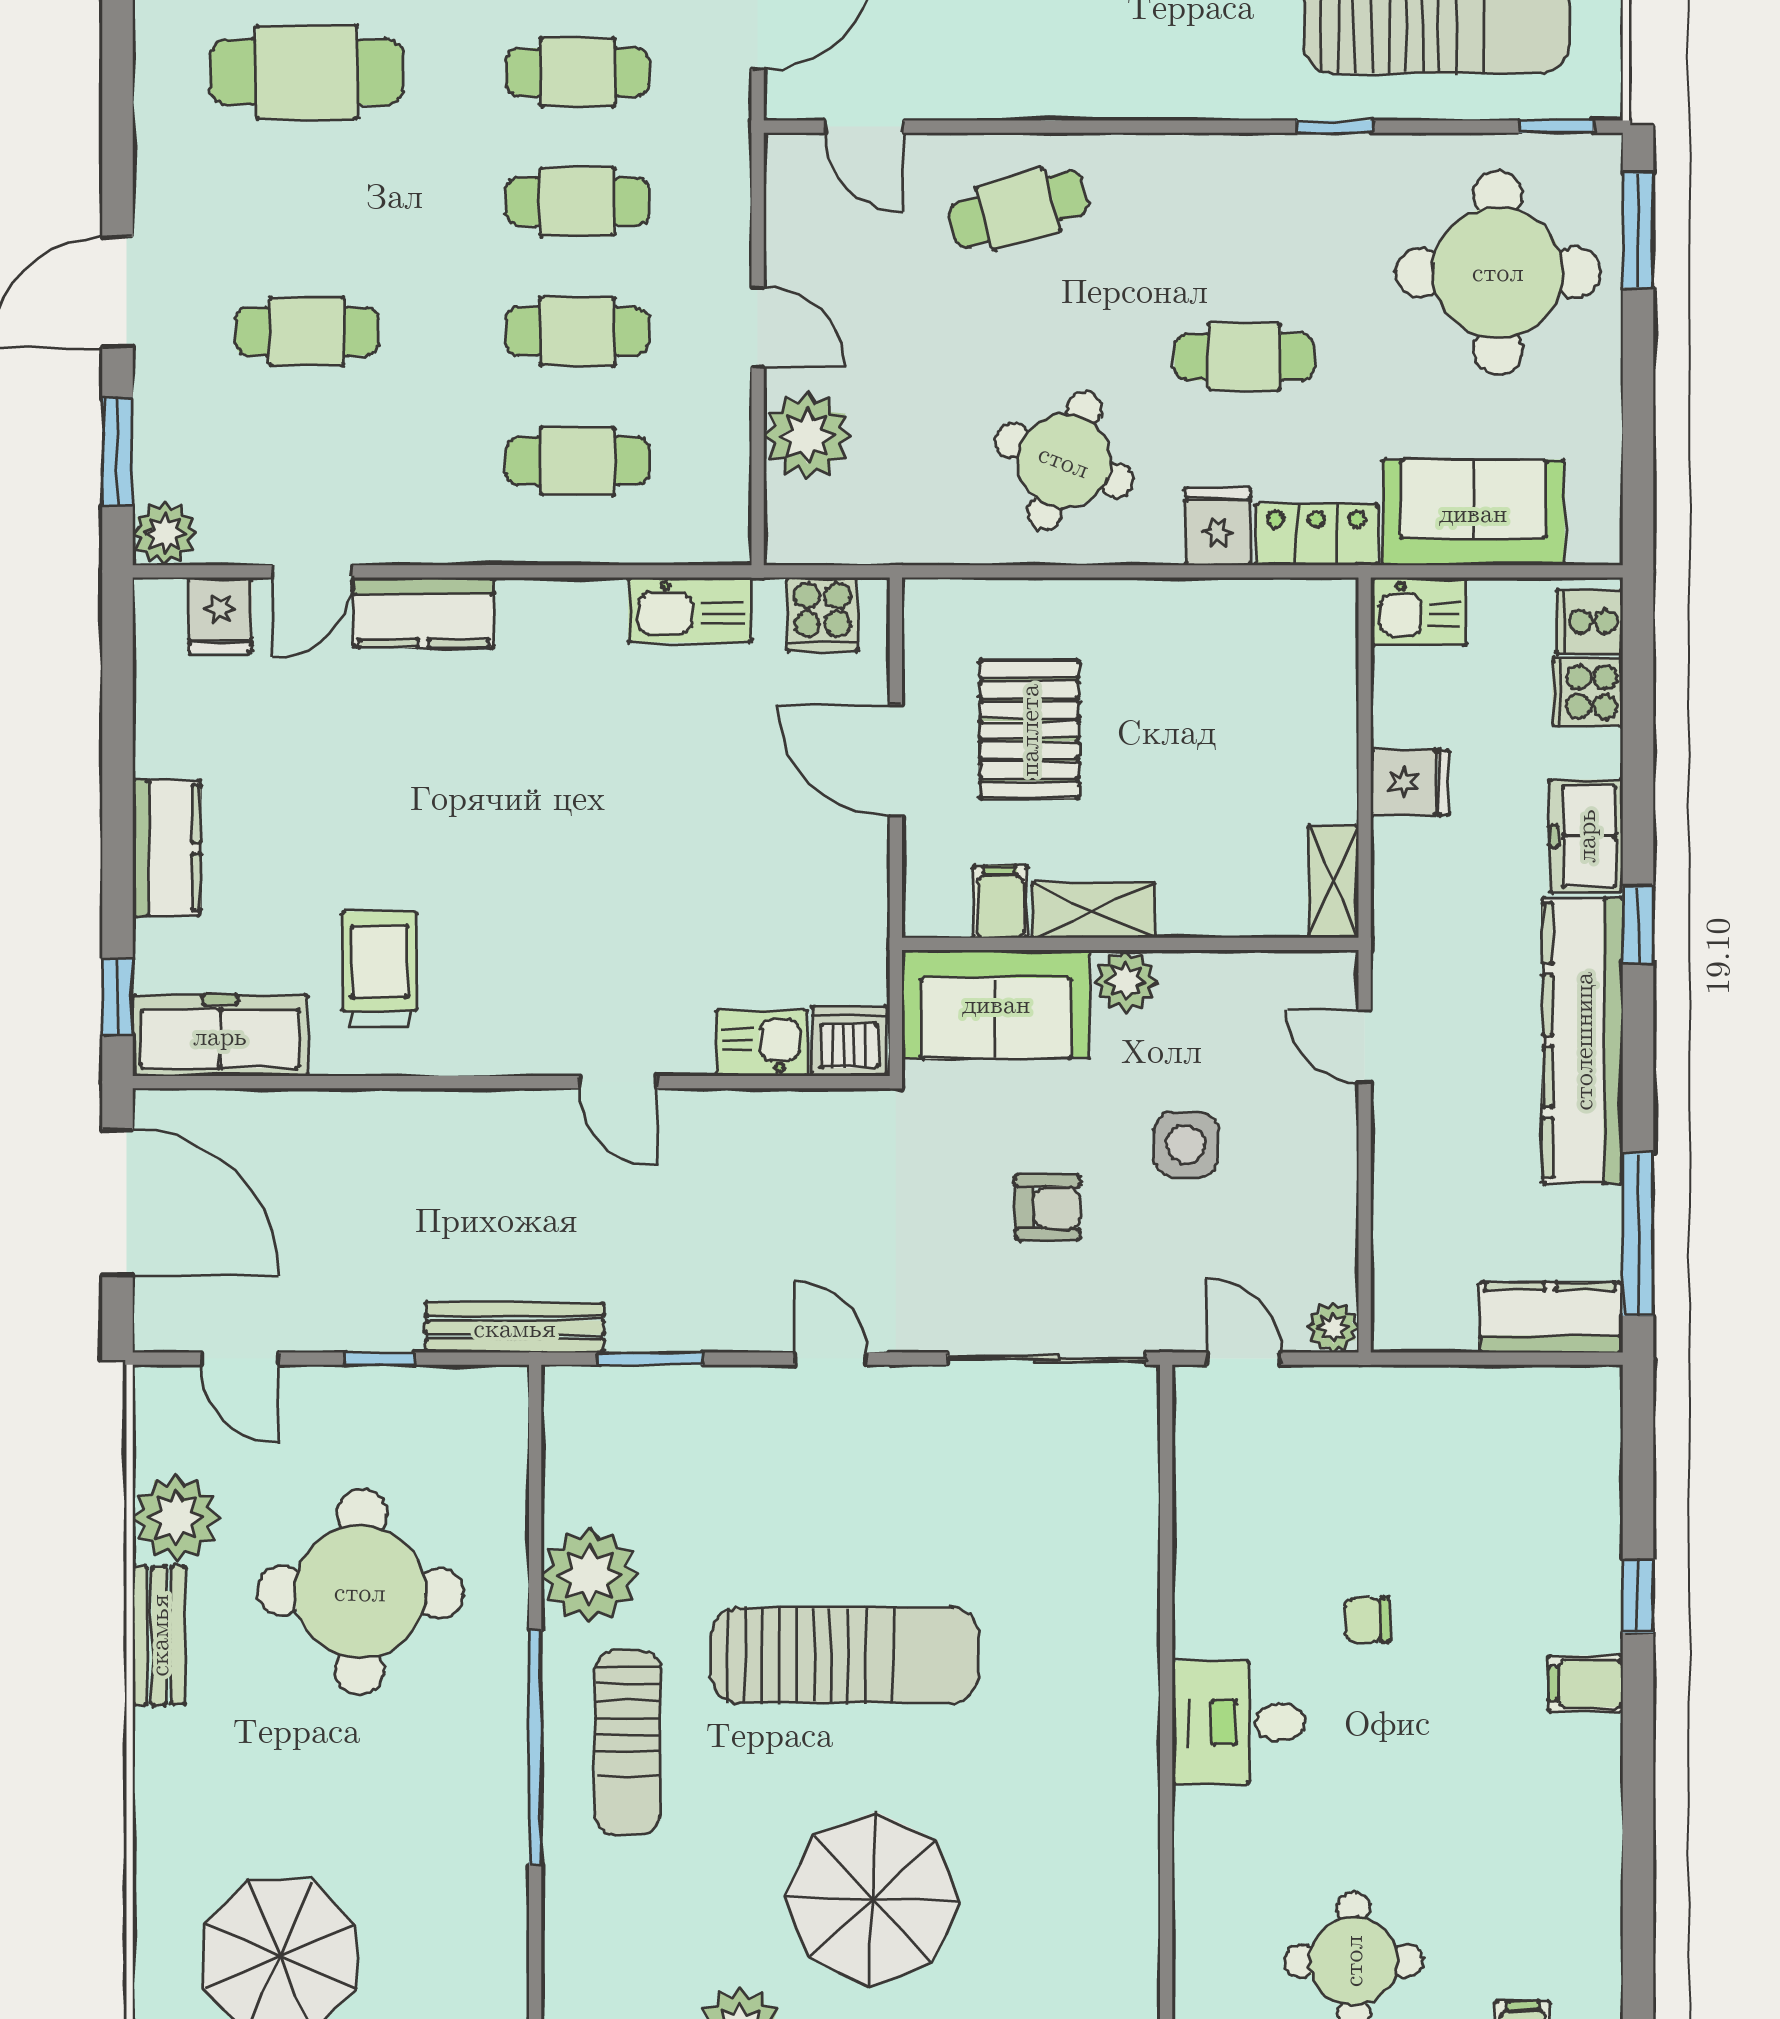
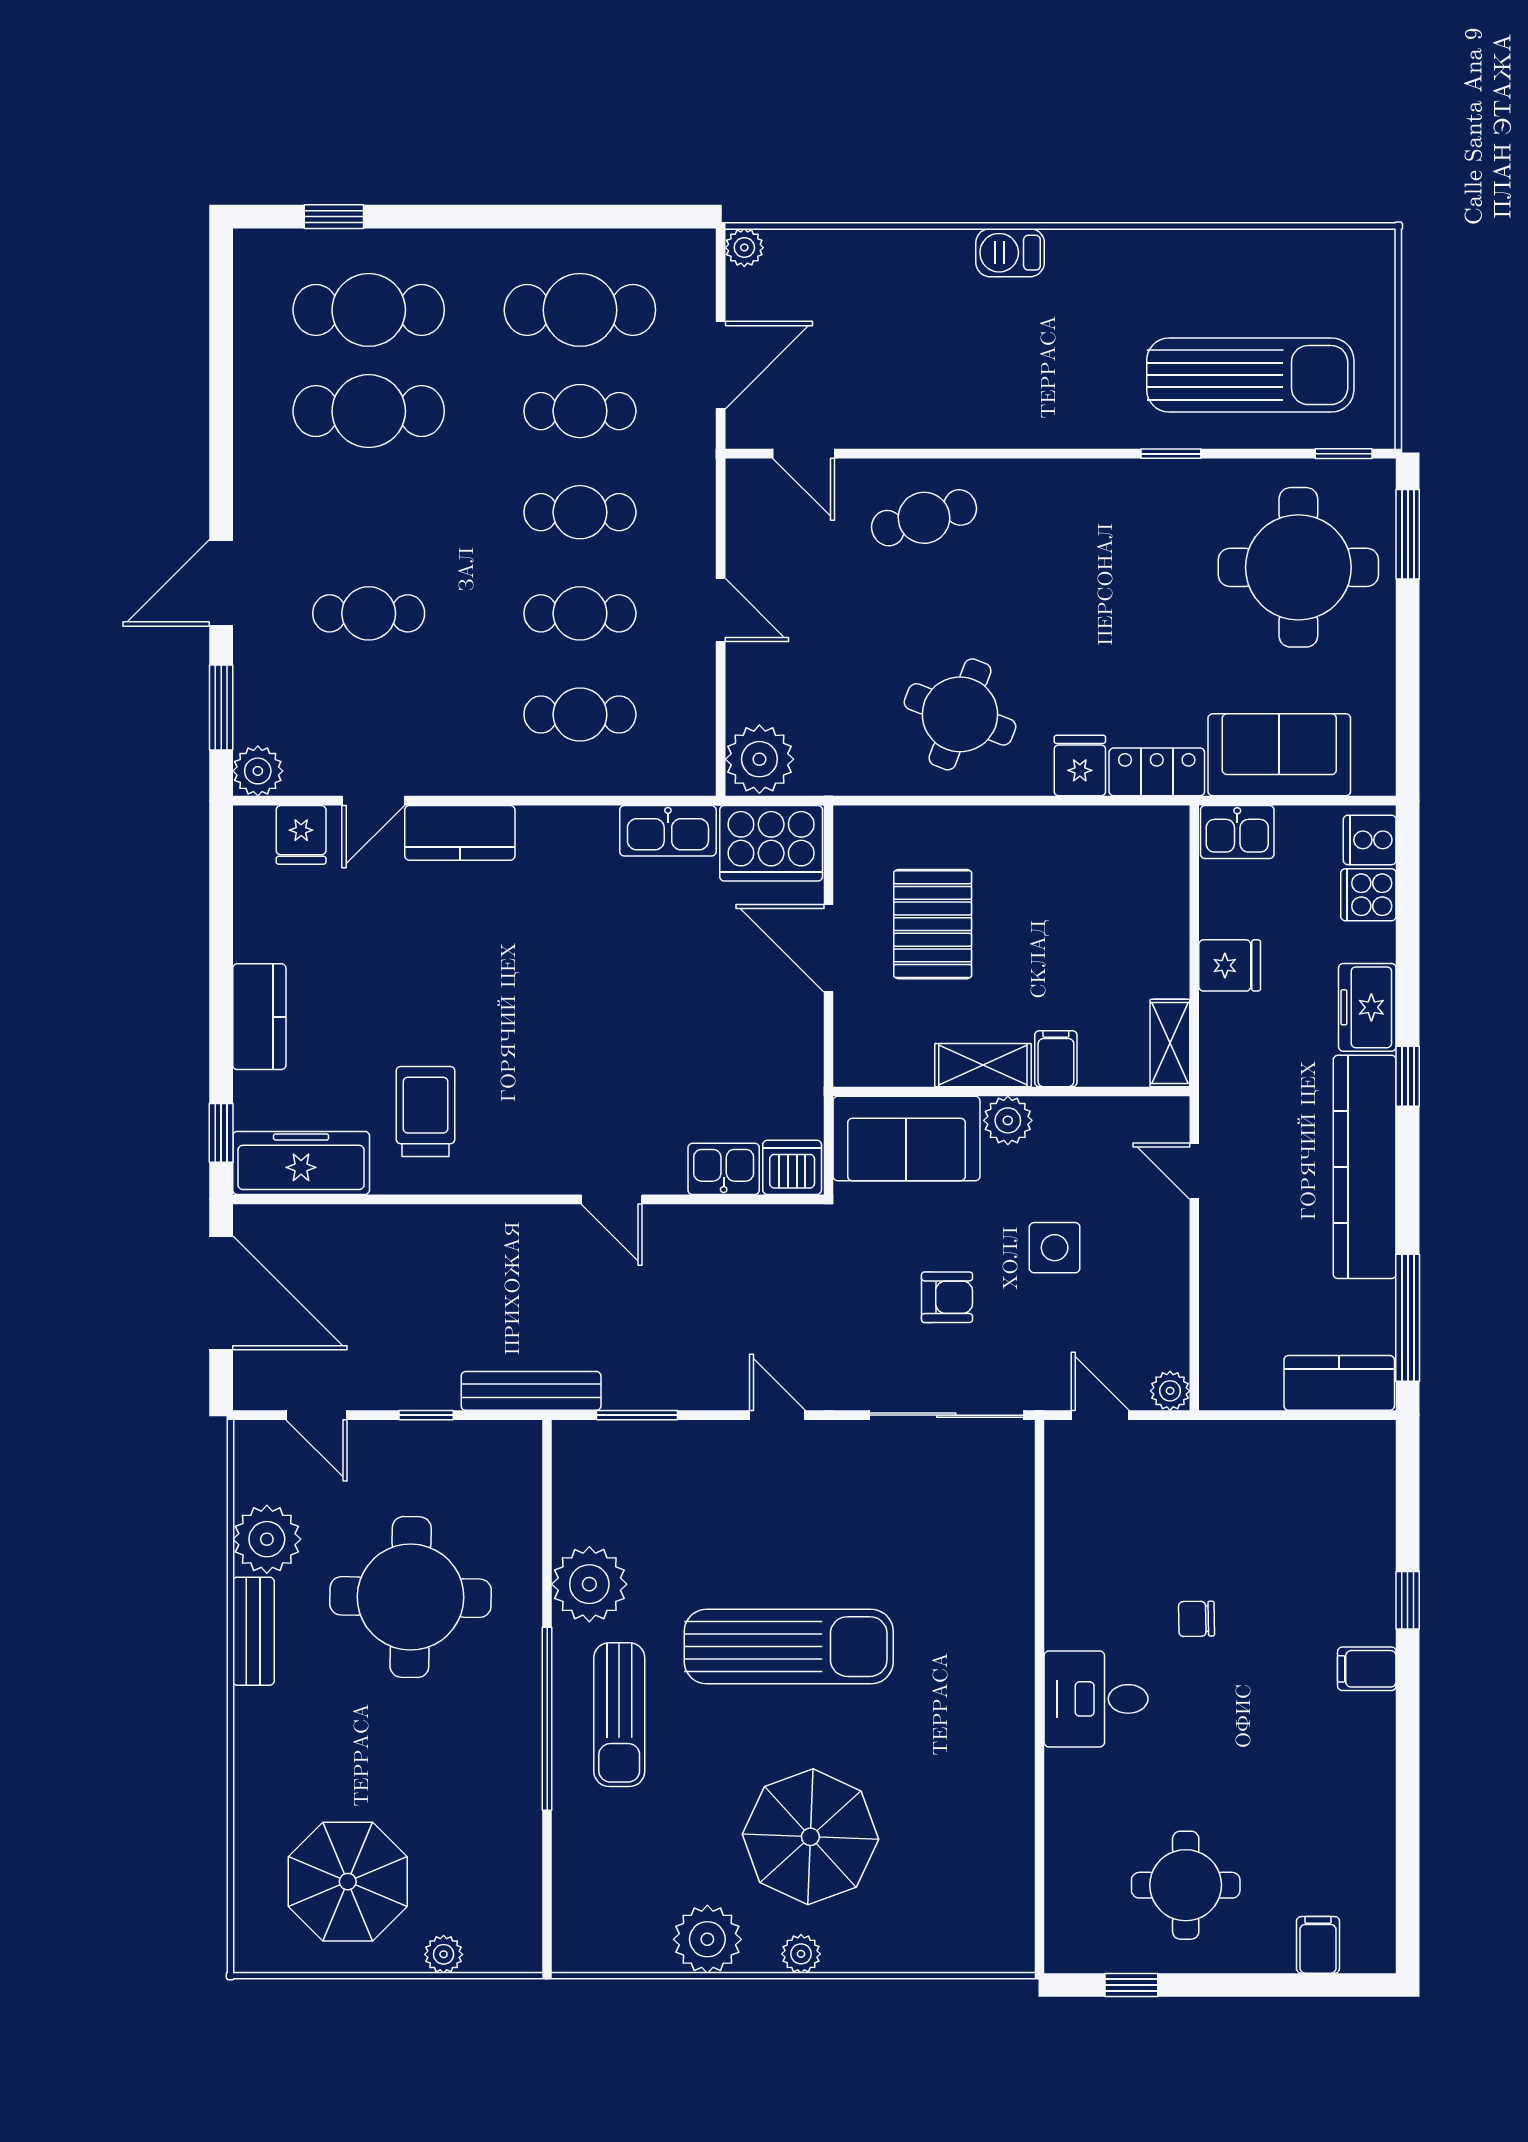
cafe table: (1244, 357) -> (1100, 633), removed
plant: (807, 436) -> (759, 759), moved
cooker: (822, 614) -> (771, 843), width x1.87, depth x1.31
filing cabinet: (1000, 902) -> (1056, 1059), moved

